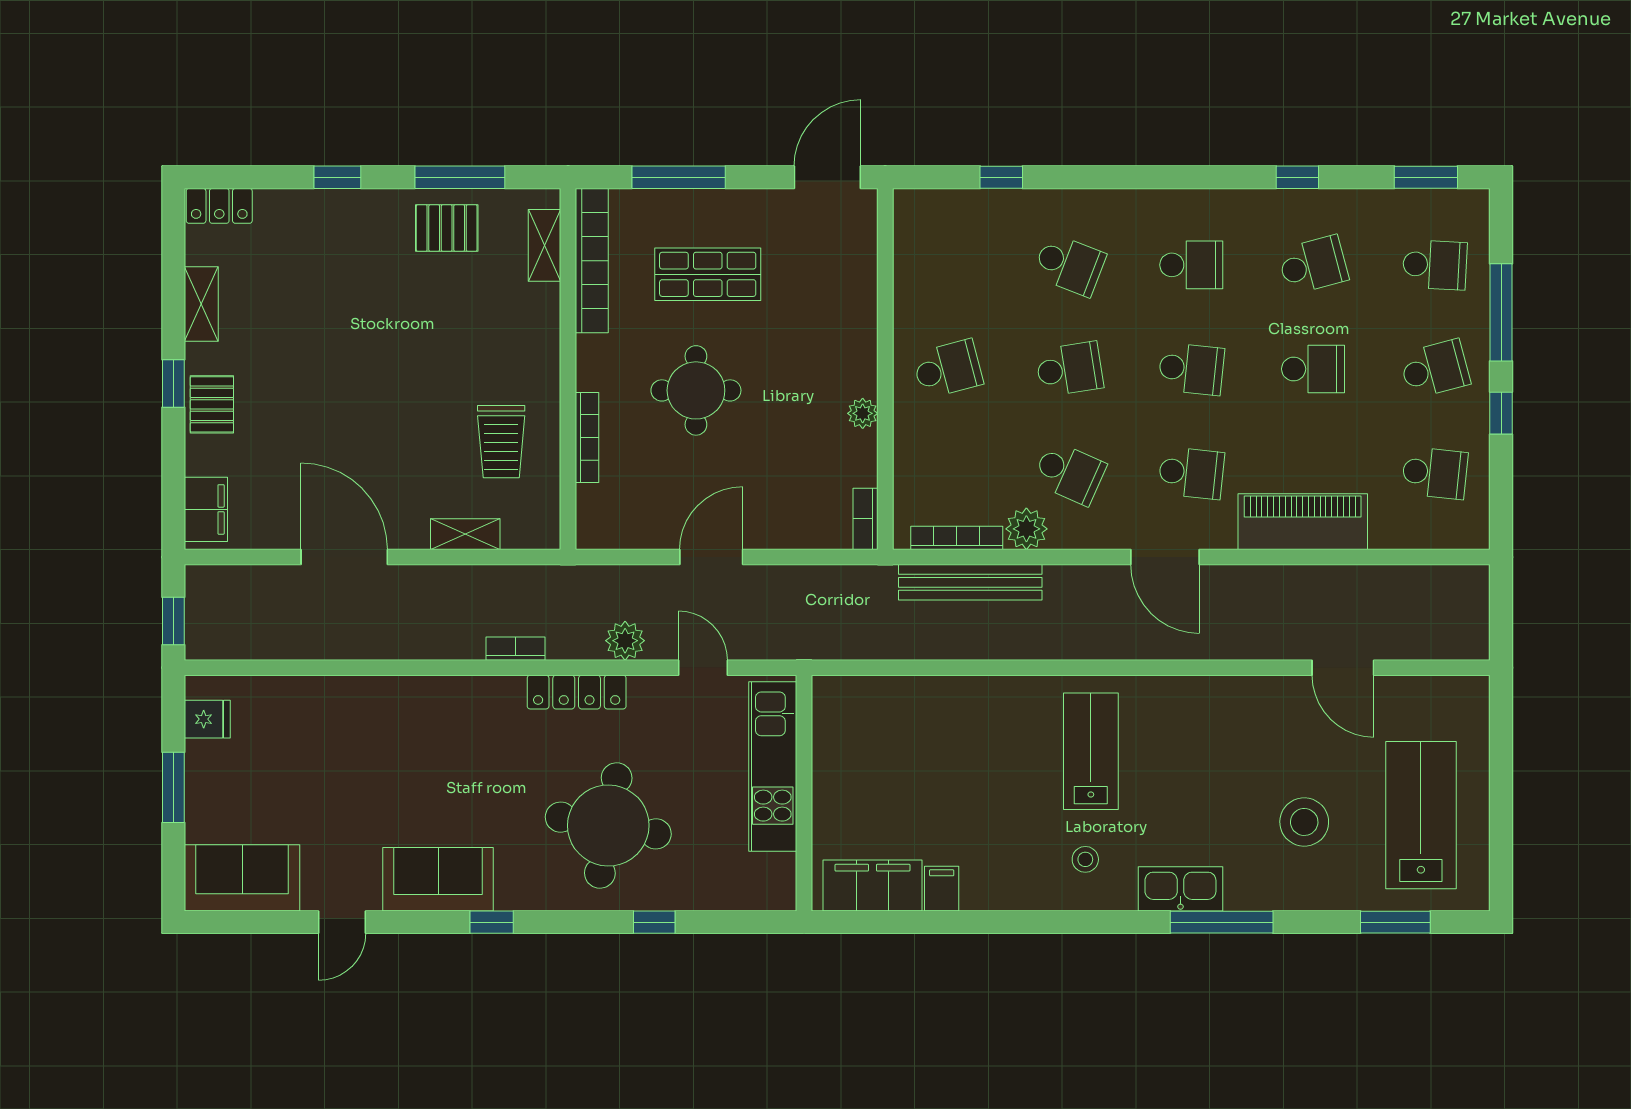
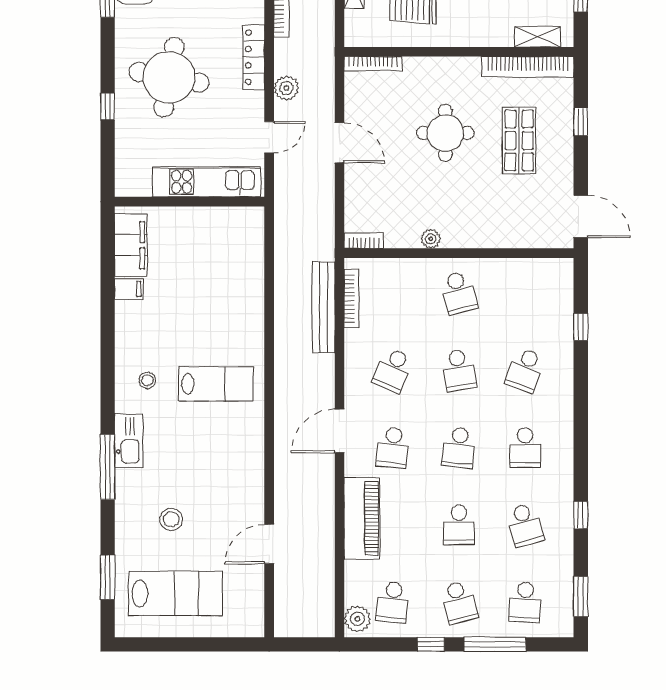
window: (679, 177) -> (581, 122), width x0.46
bookcase: (587, 438) -> (373, 64), moved
plant: (1026, 529) -> (357, 619), moved
stool: (1304, 822) -> (171, 519), width x0.73, depth x0.73

